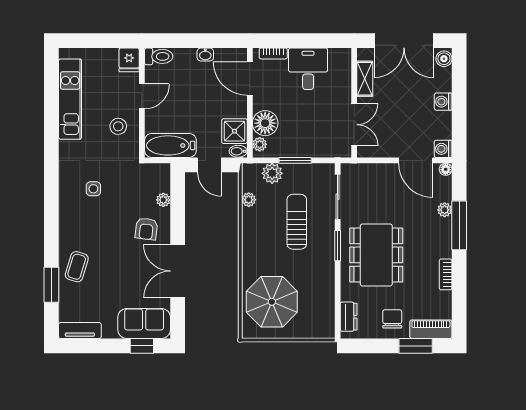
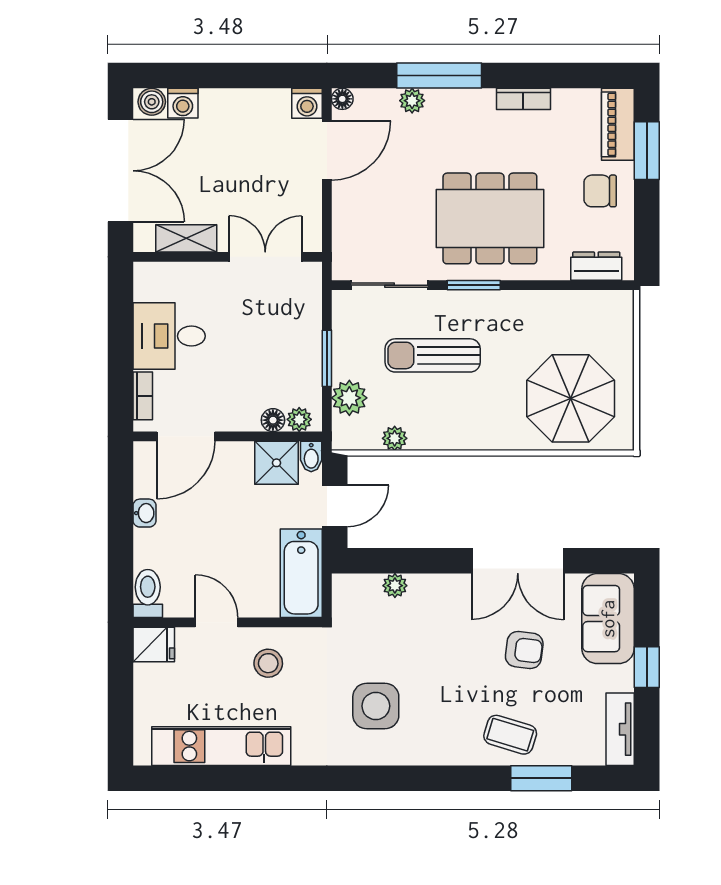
washing machine: (443, 102) -> (183, 103), moved
floor lamp: (265, 123) -> (273, 420), width x0.53, depth x0.53
side table: (93, 189) -> (376, 706), width x1.87, depth x1.87
armchair: (146, 229) -> (524, 650), moved
window: (142, 346) -> (647, 667), moved

